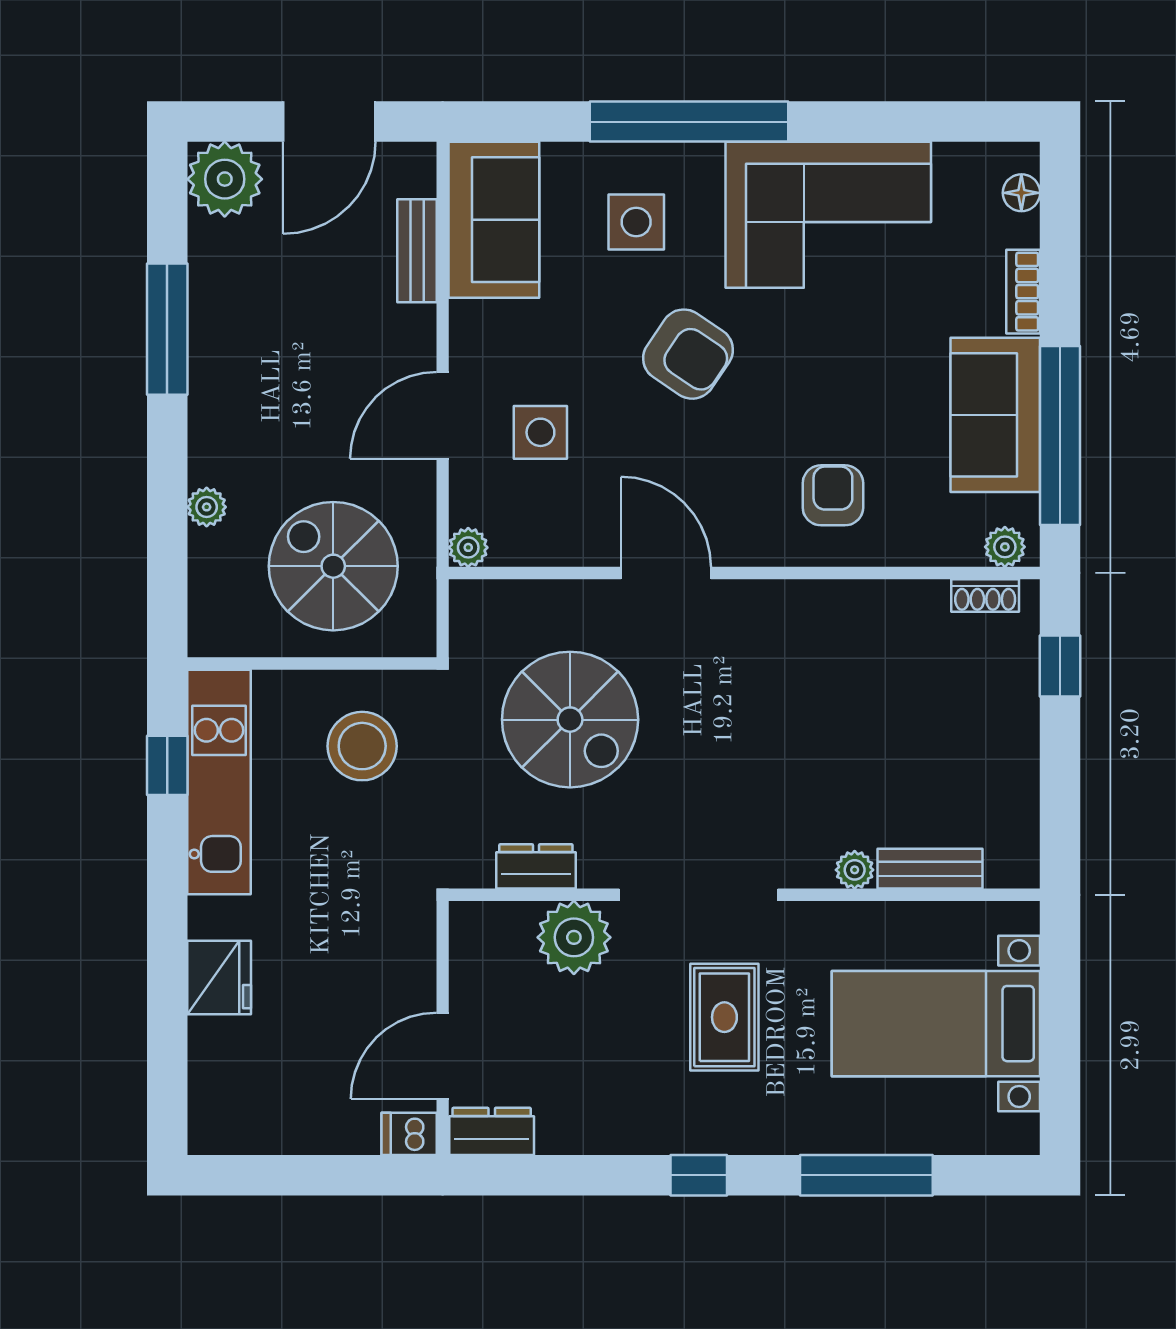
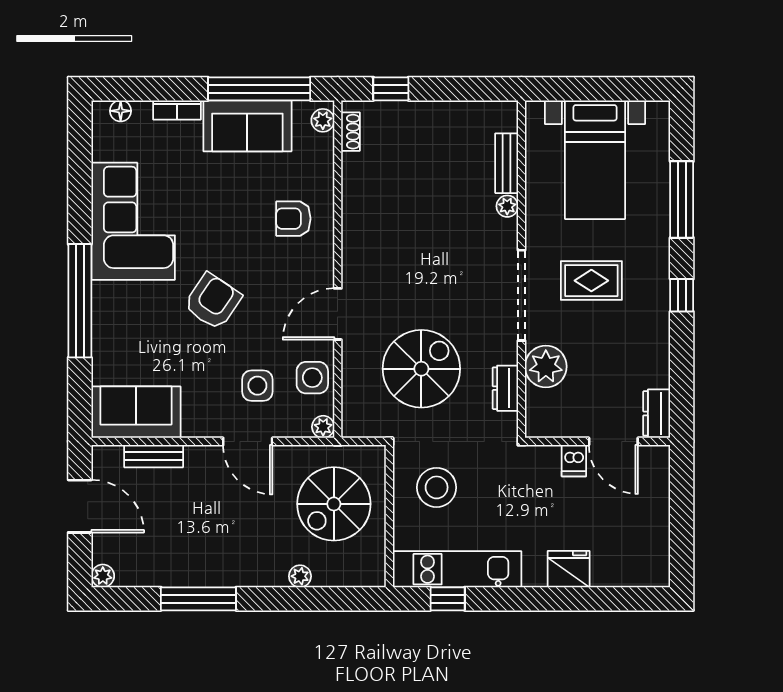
plant: (225, 179) -> (103, 576), width x0.53, depth x0.53
side table: (636, 222) -> (312, 378), moved
dishwasher: (409, 1134) -> (574, 461), moved

